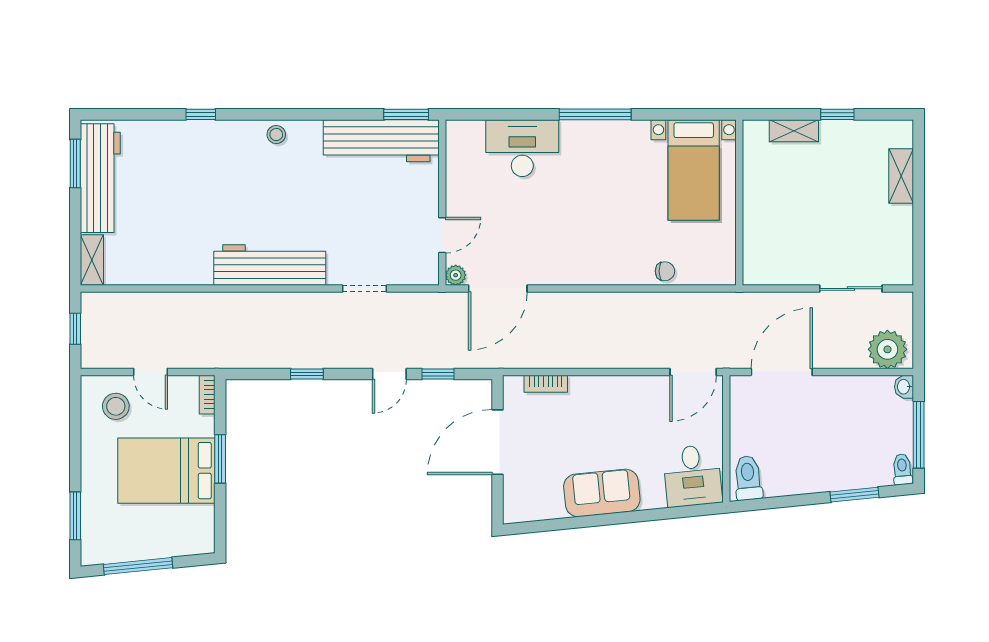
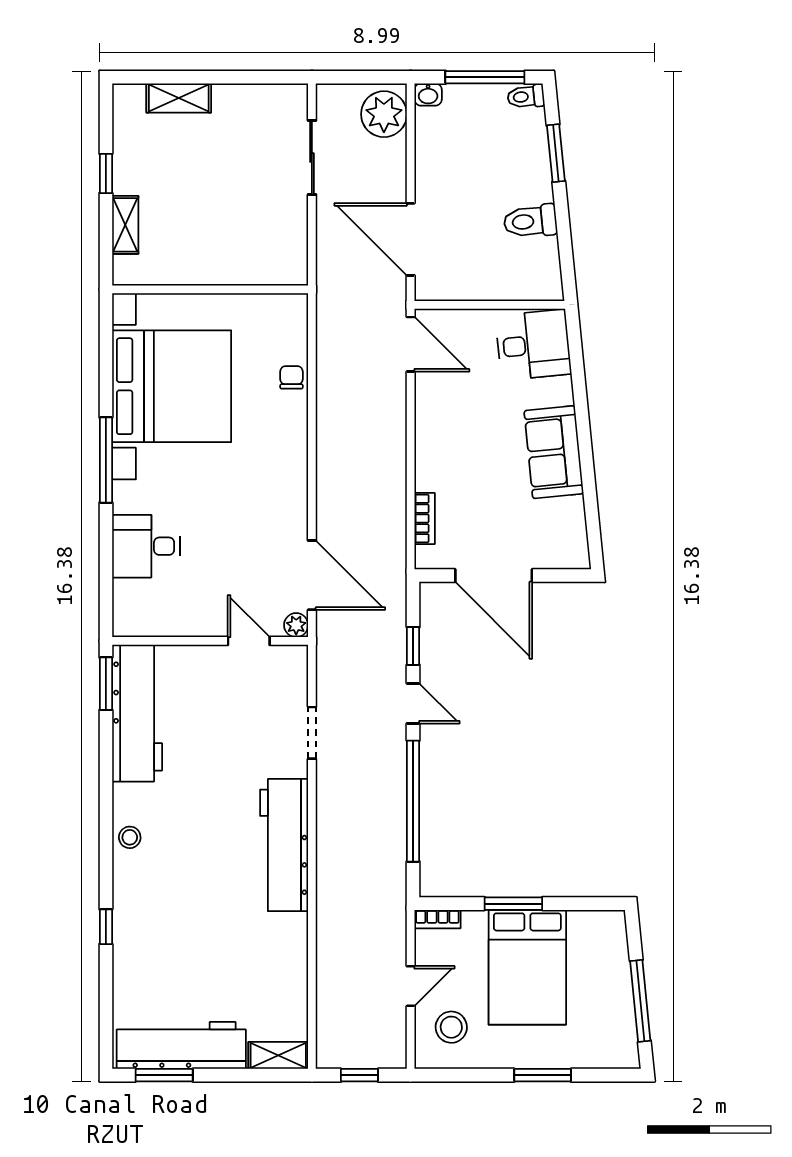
desk: (522, 148) -> (146, 546), width x0.73
bed with nightstands: (694, 170) -> (172, 386), width x1.85
window: (307, 374) -> (413, 801), width x3.17
toilet: (748, 478) -> (530, 221), moved
window: (75, 516) -> (543, 1075), moved

